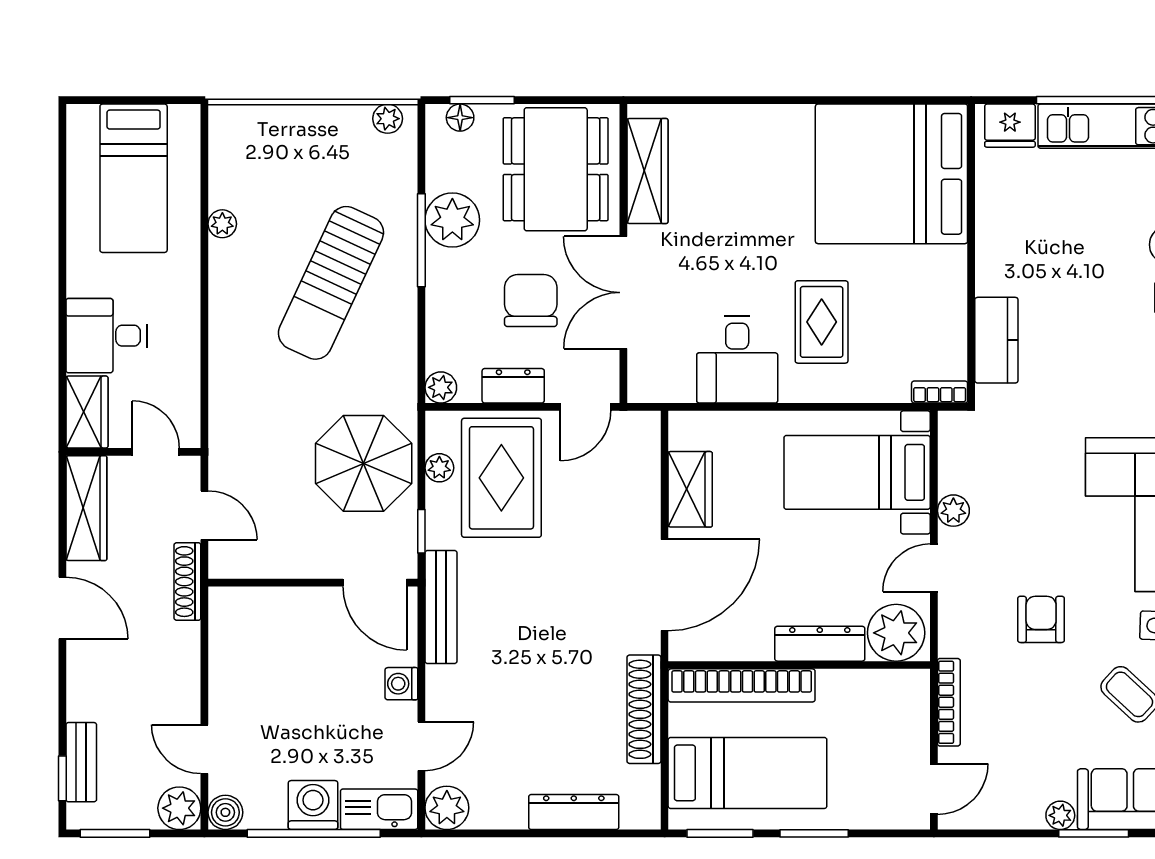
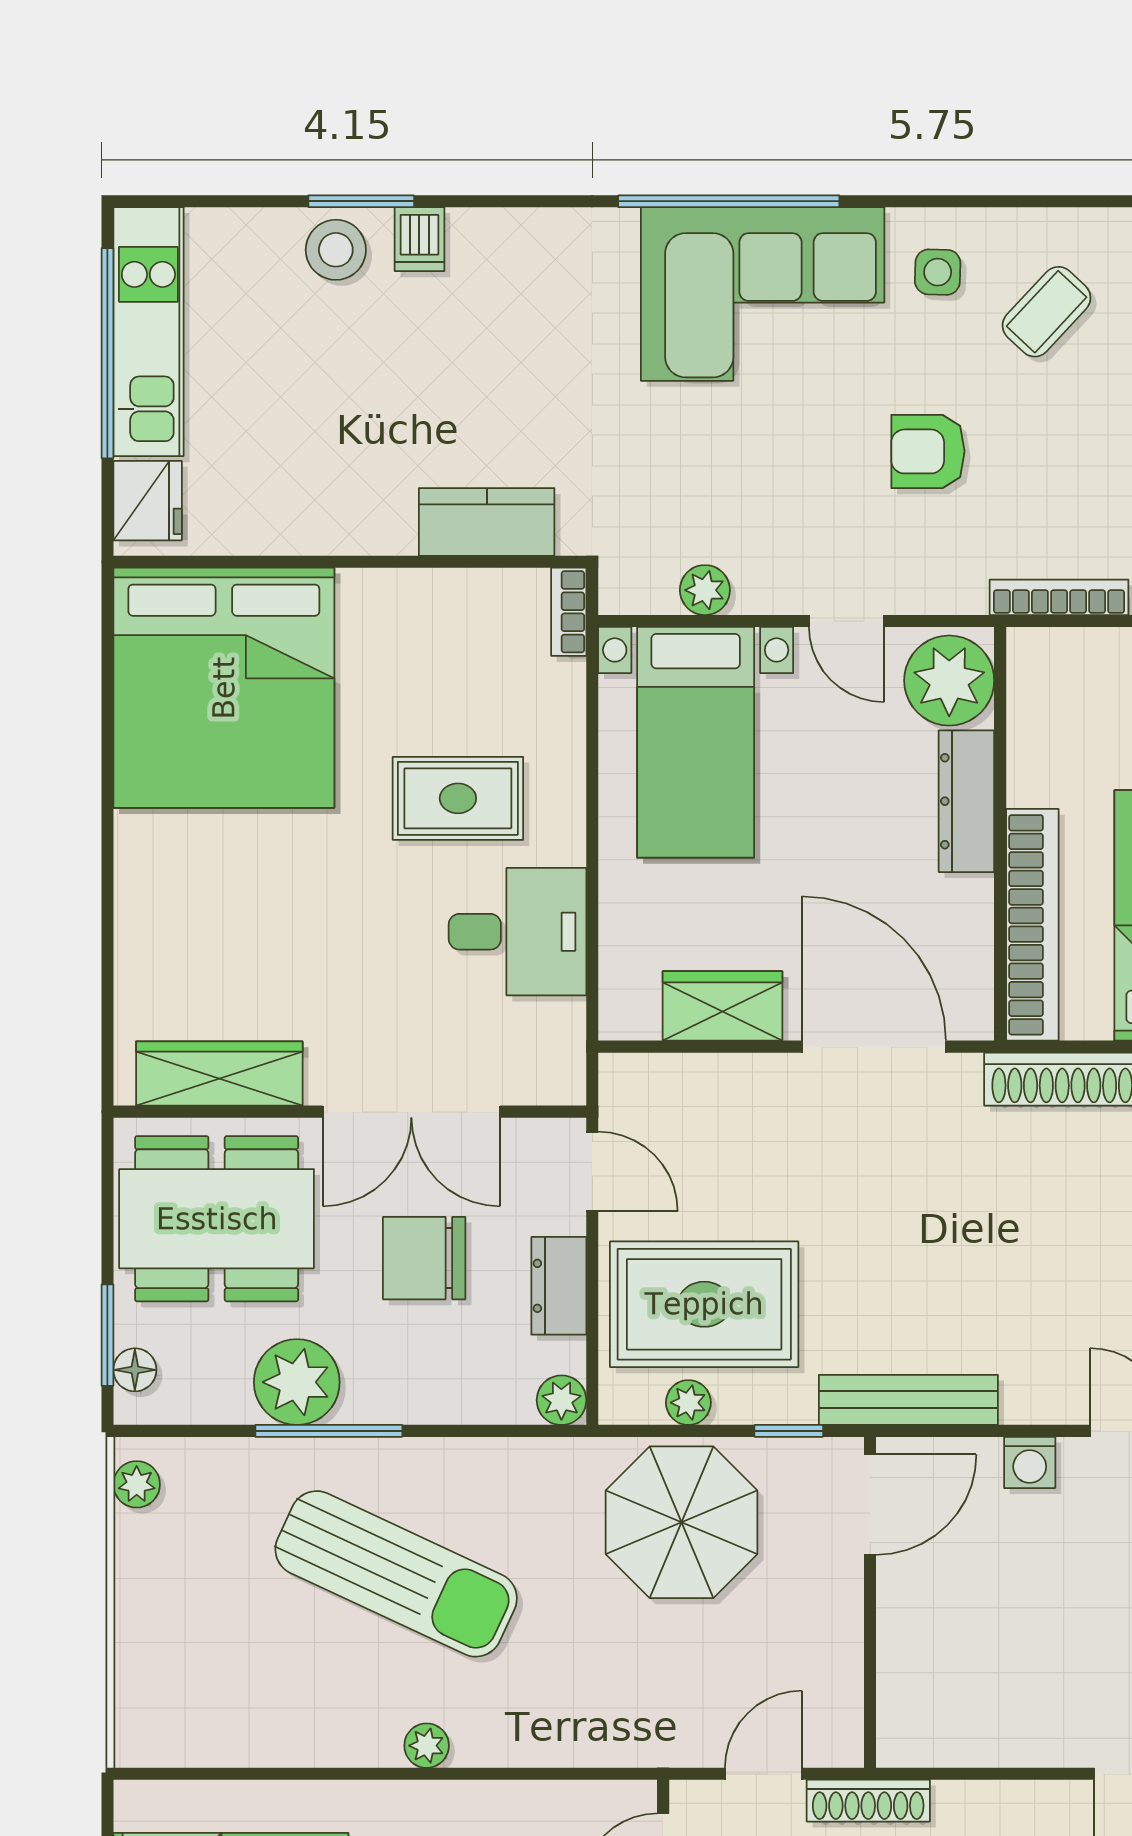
plant: (222, 224) -> (427, 1746), moved
plant: (953, 511) -> (705, 590), moved

